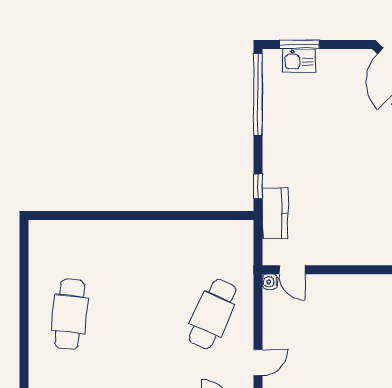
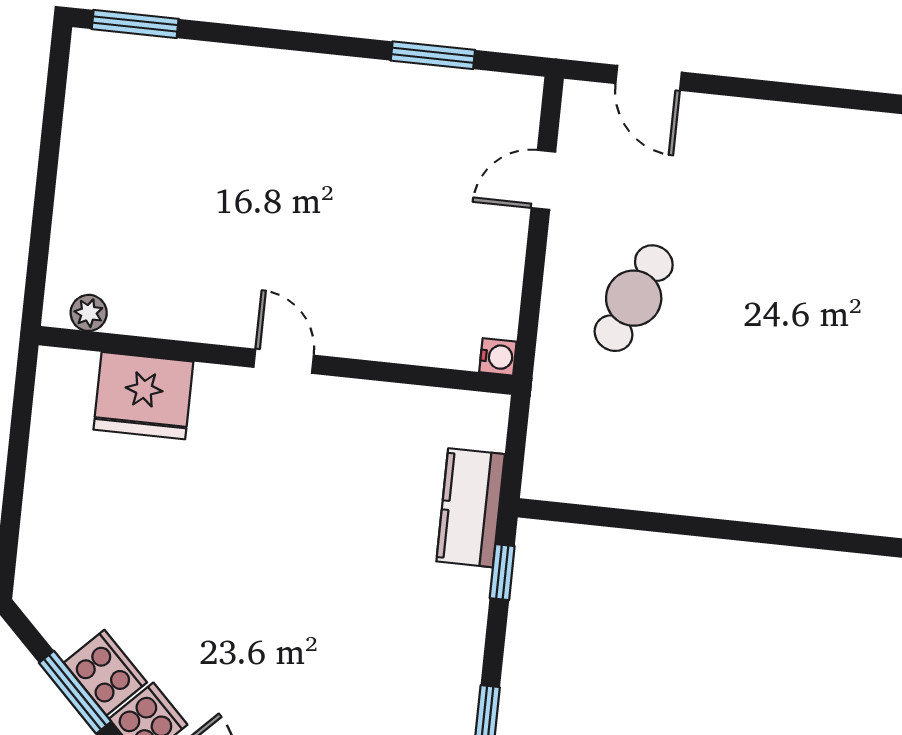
door: (292, 270) -> (284, 361), moved
cafe table: (212, 314) -> (634, 298), width x0.73, depth x0.74

